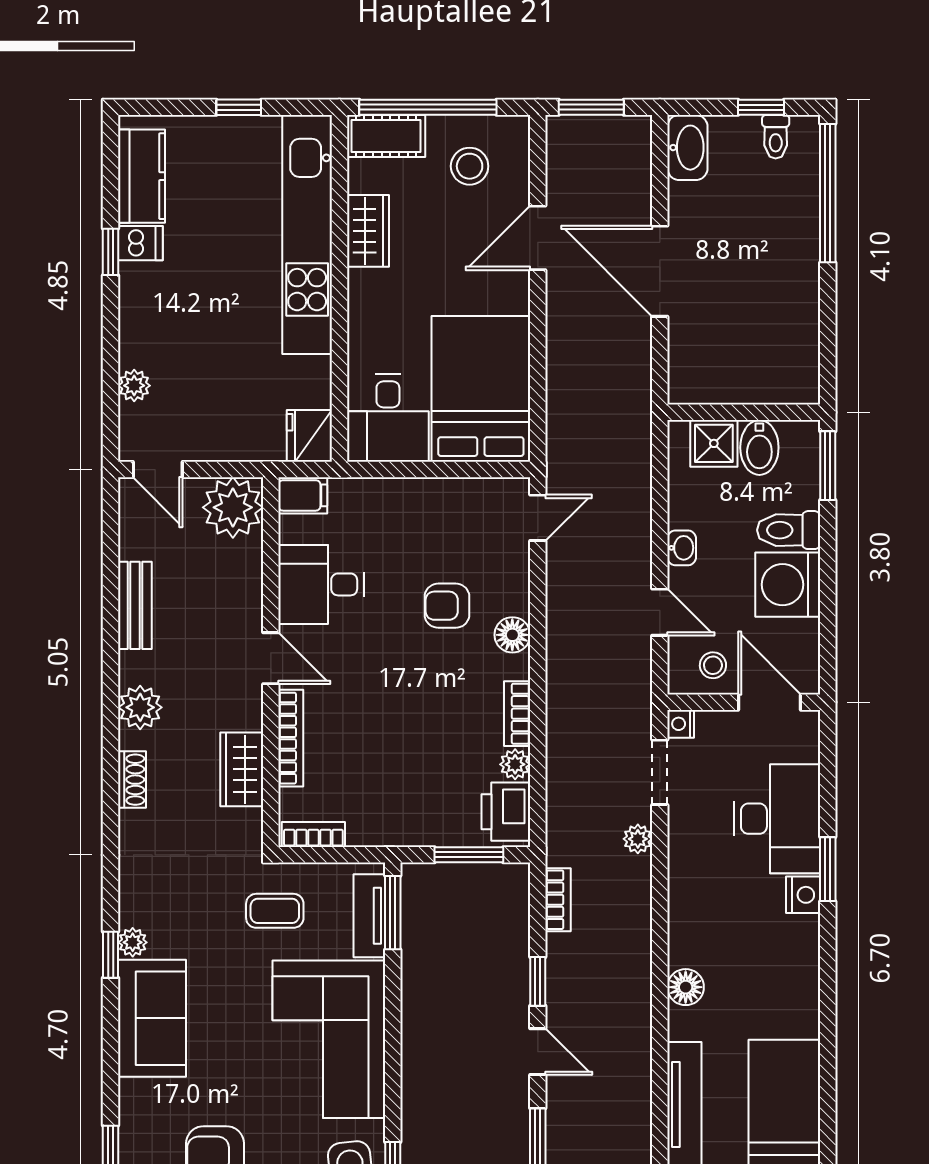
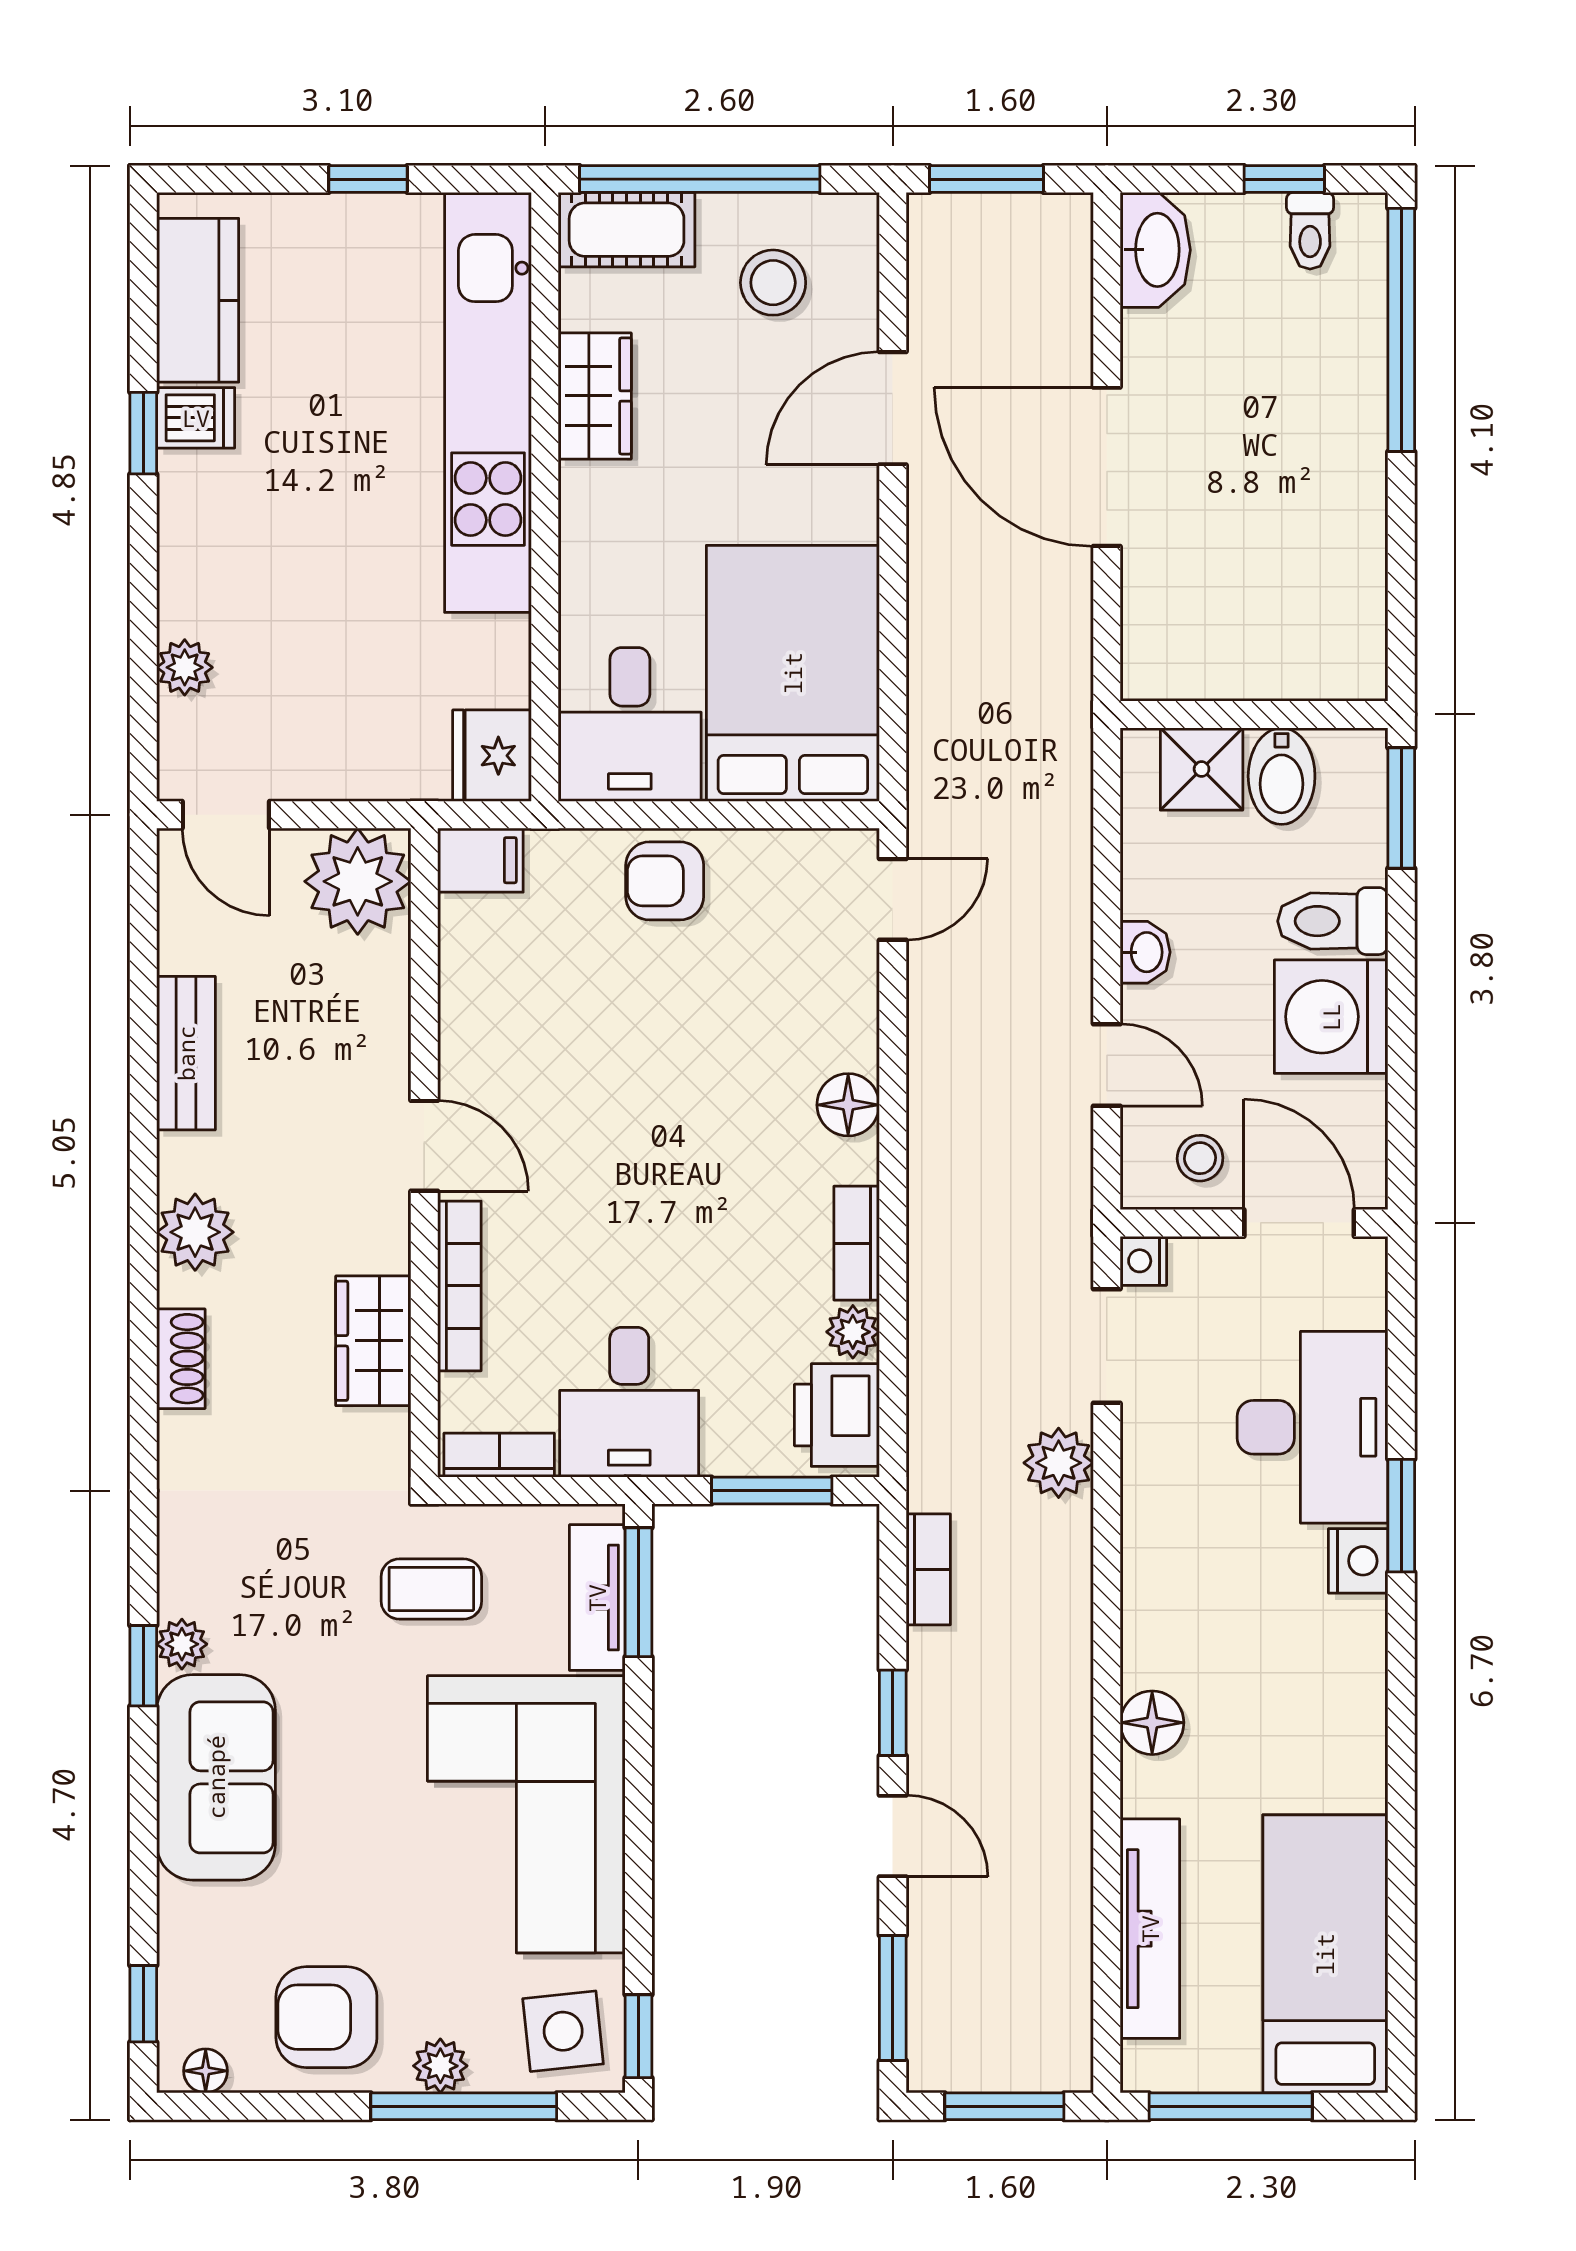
desk: (321, 584) -> (629, 1402), moved, turned -90
armchair: (447, 606) -> (665, 881), moved
plant: (638, 839) -> (1059, 1463), width x1.38, depth x1.38

